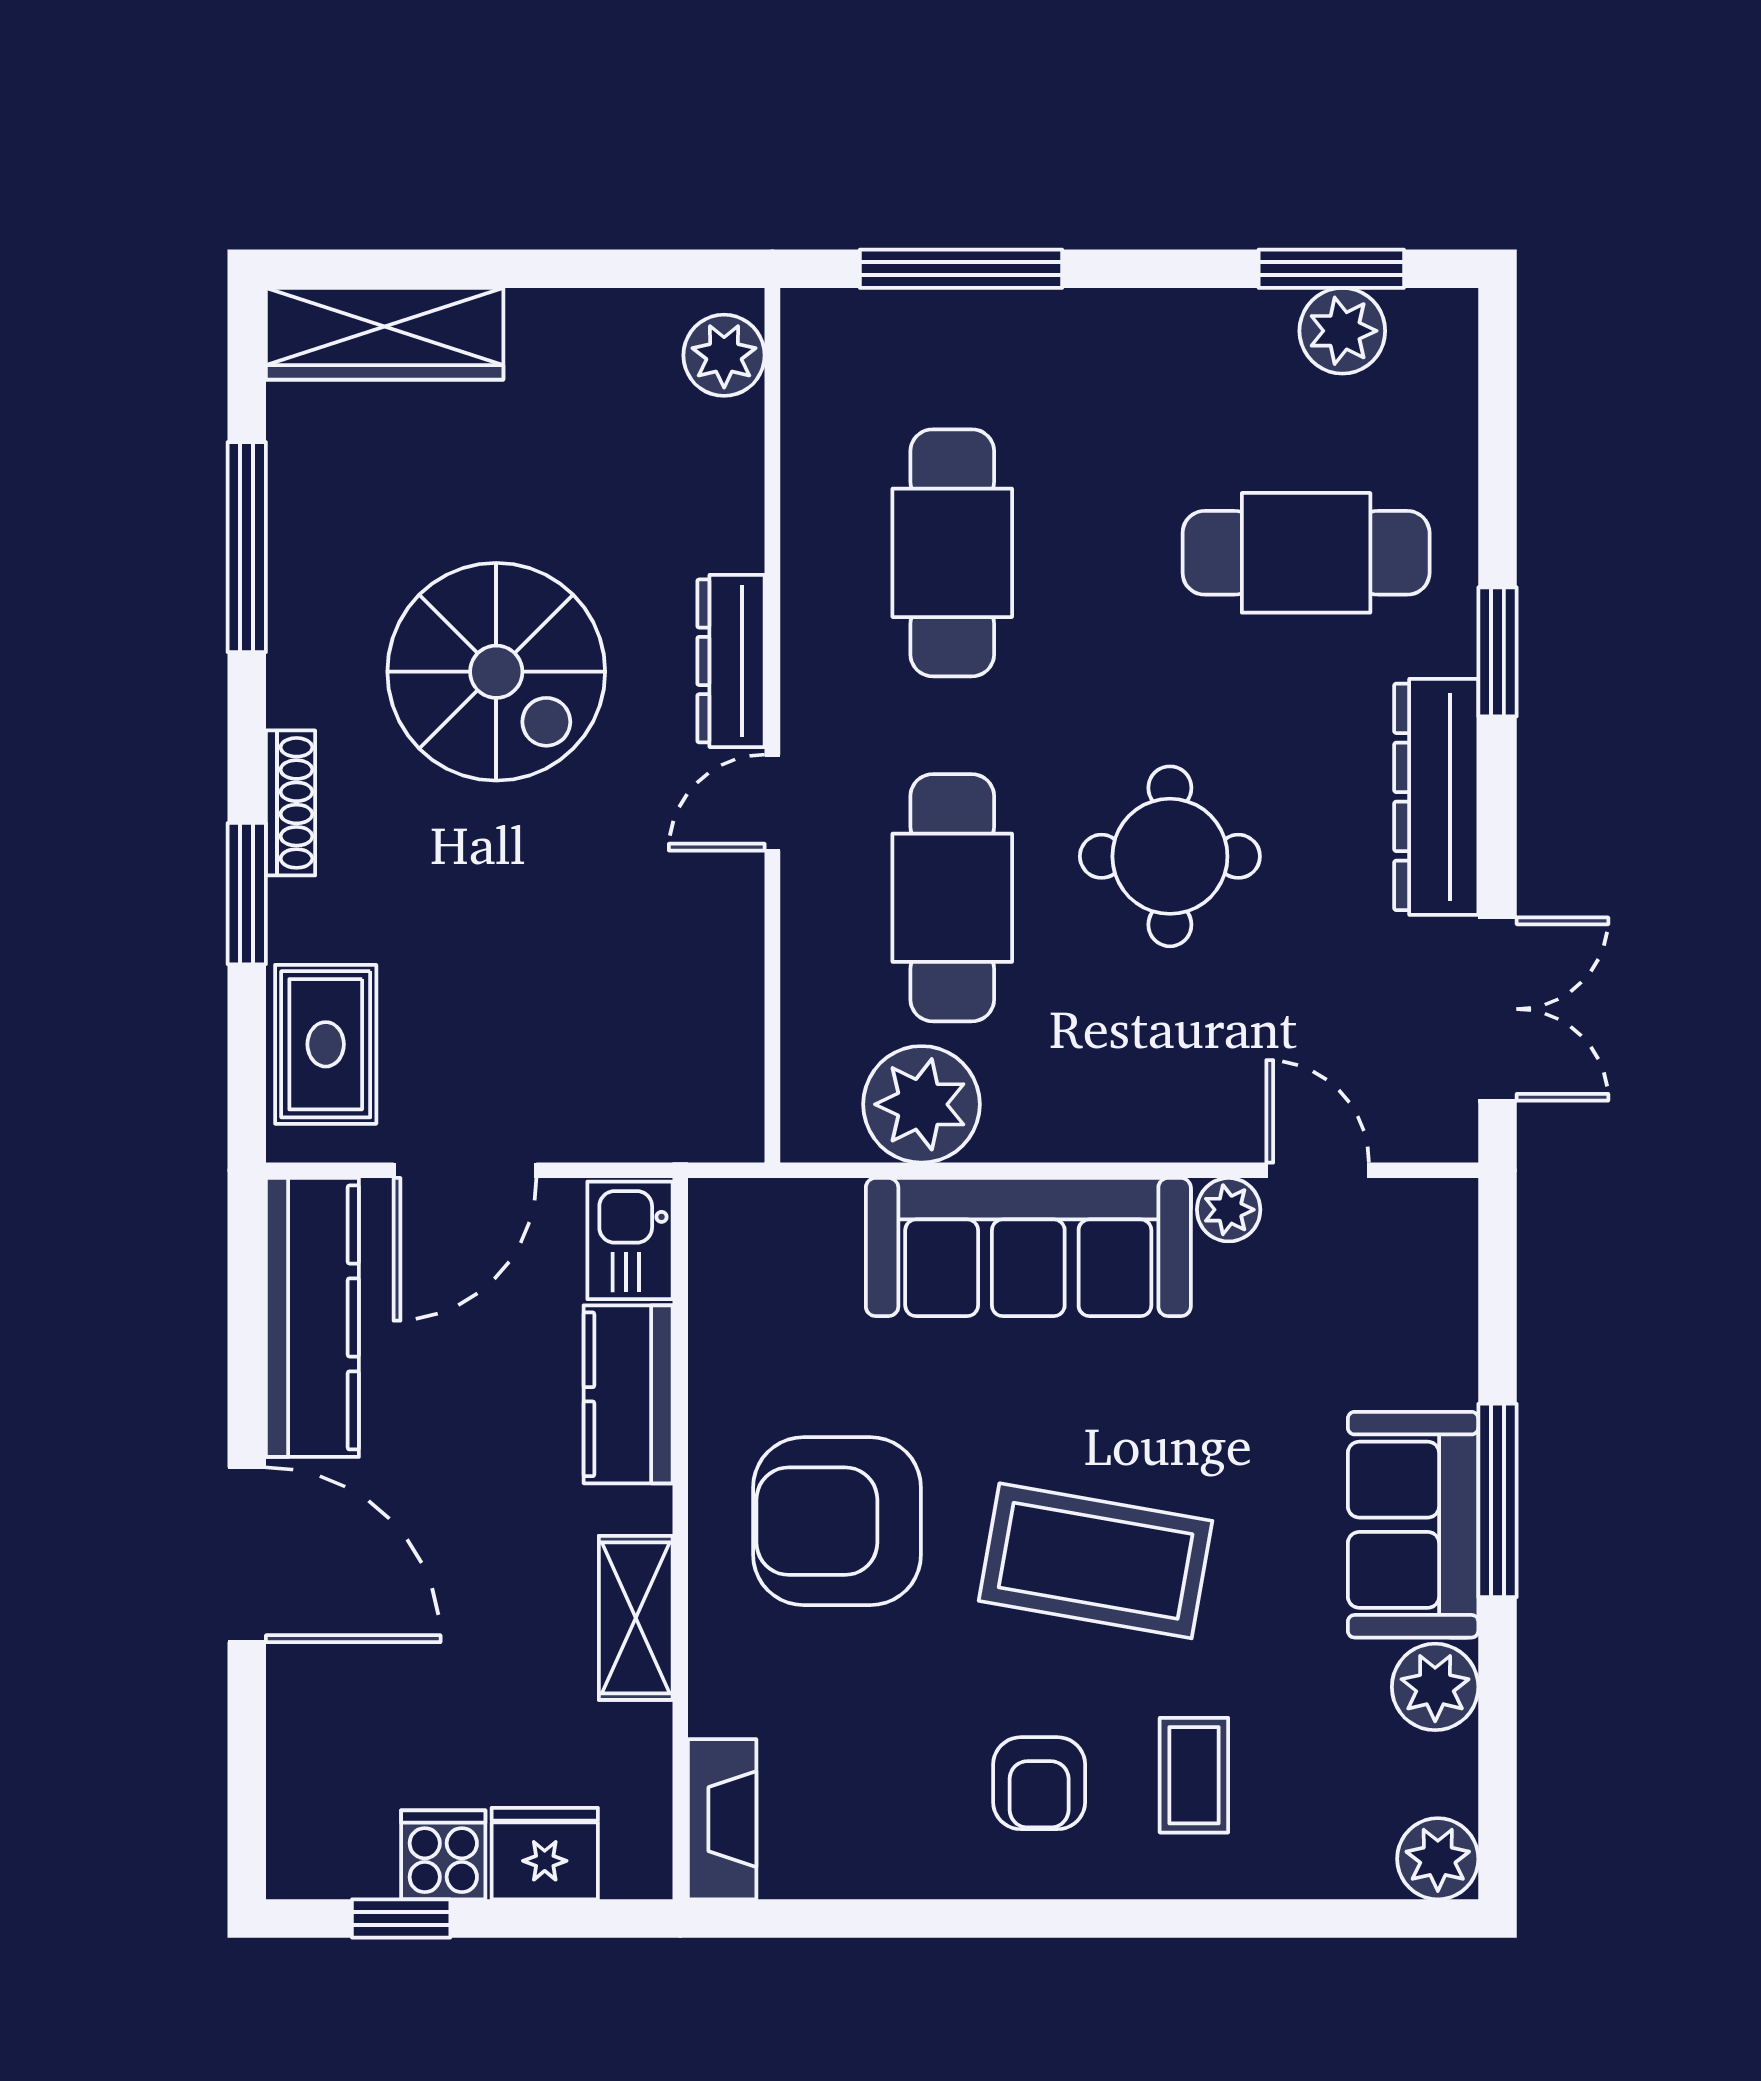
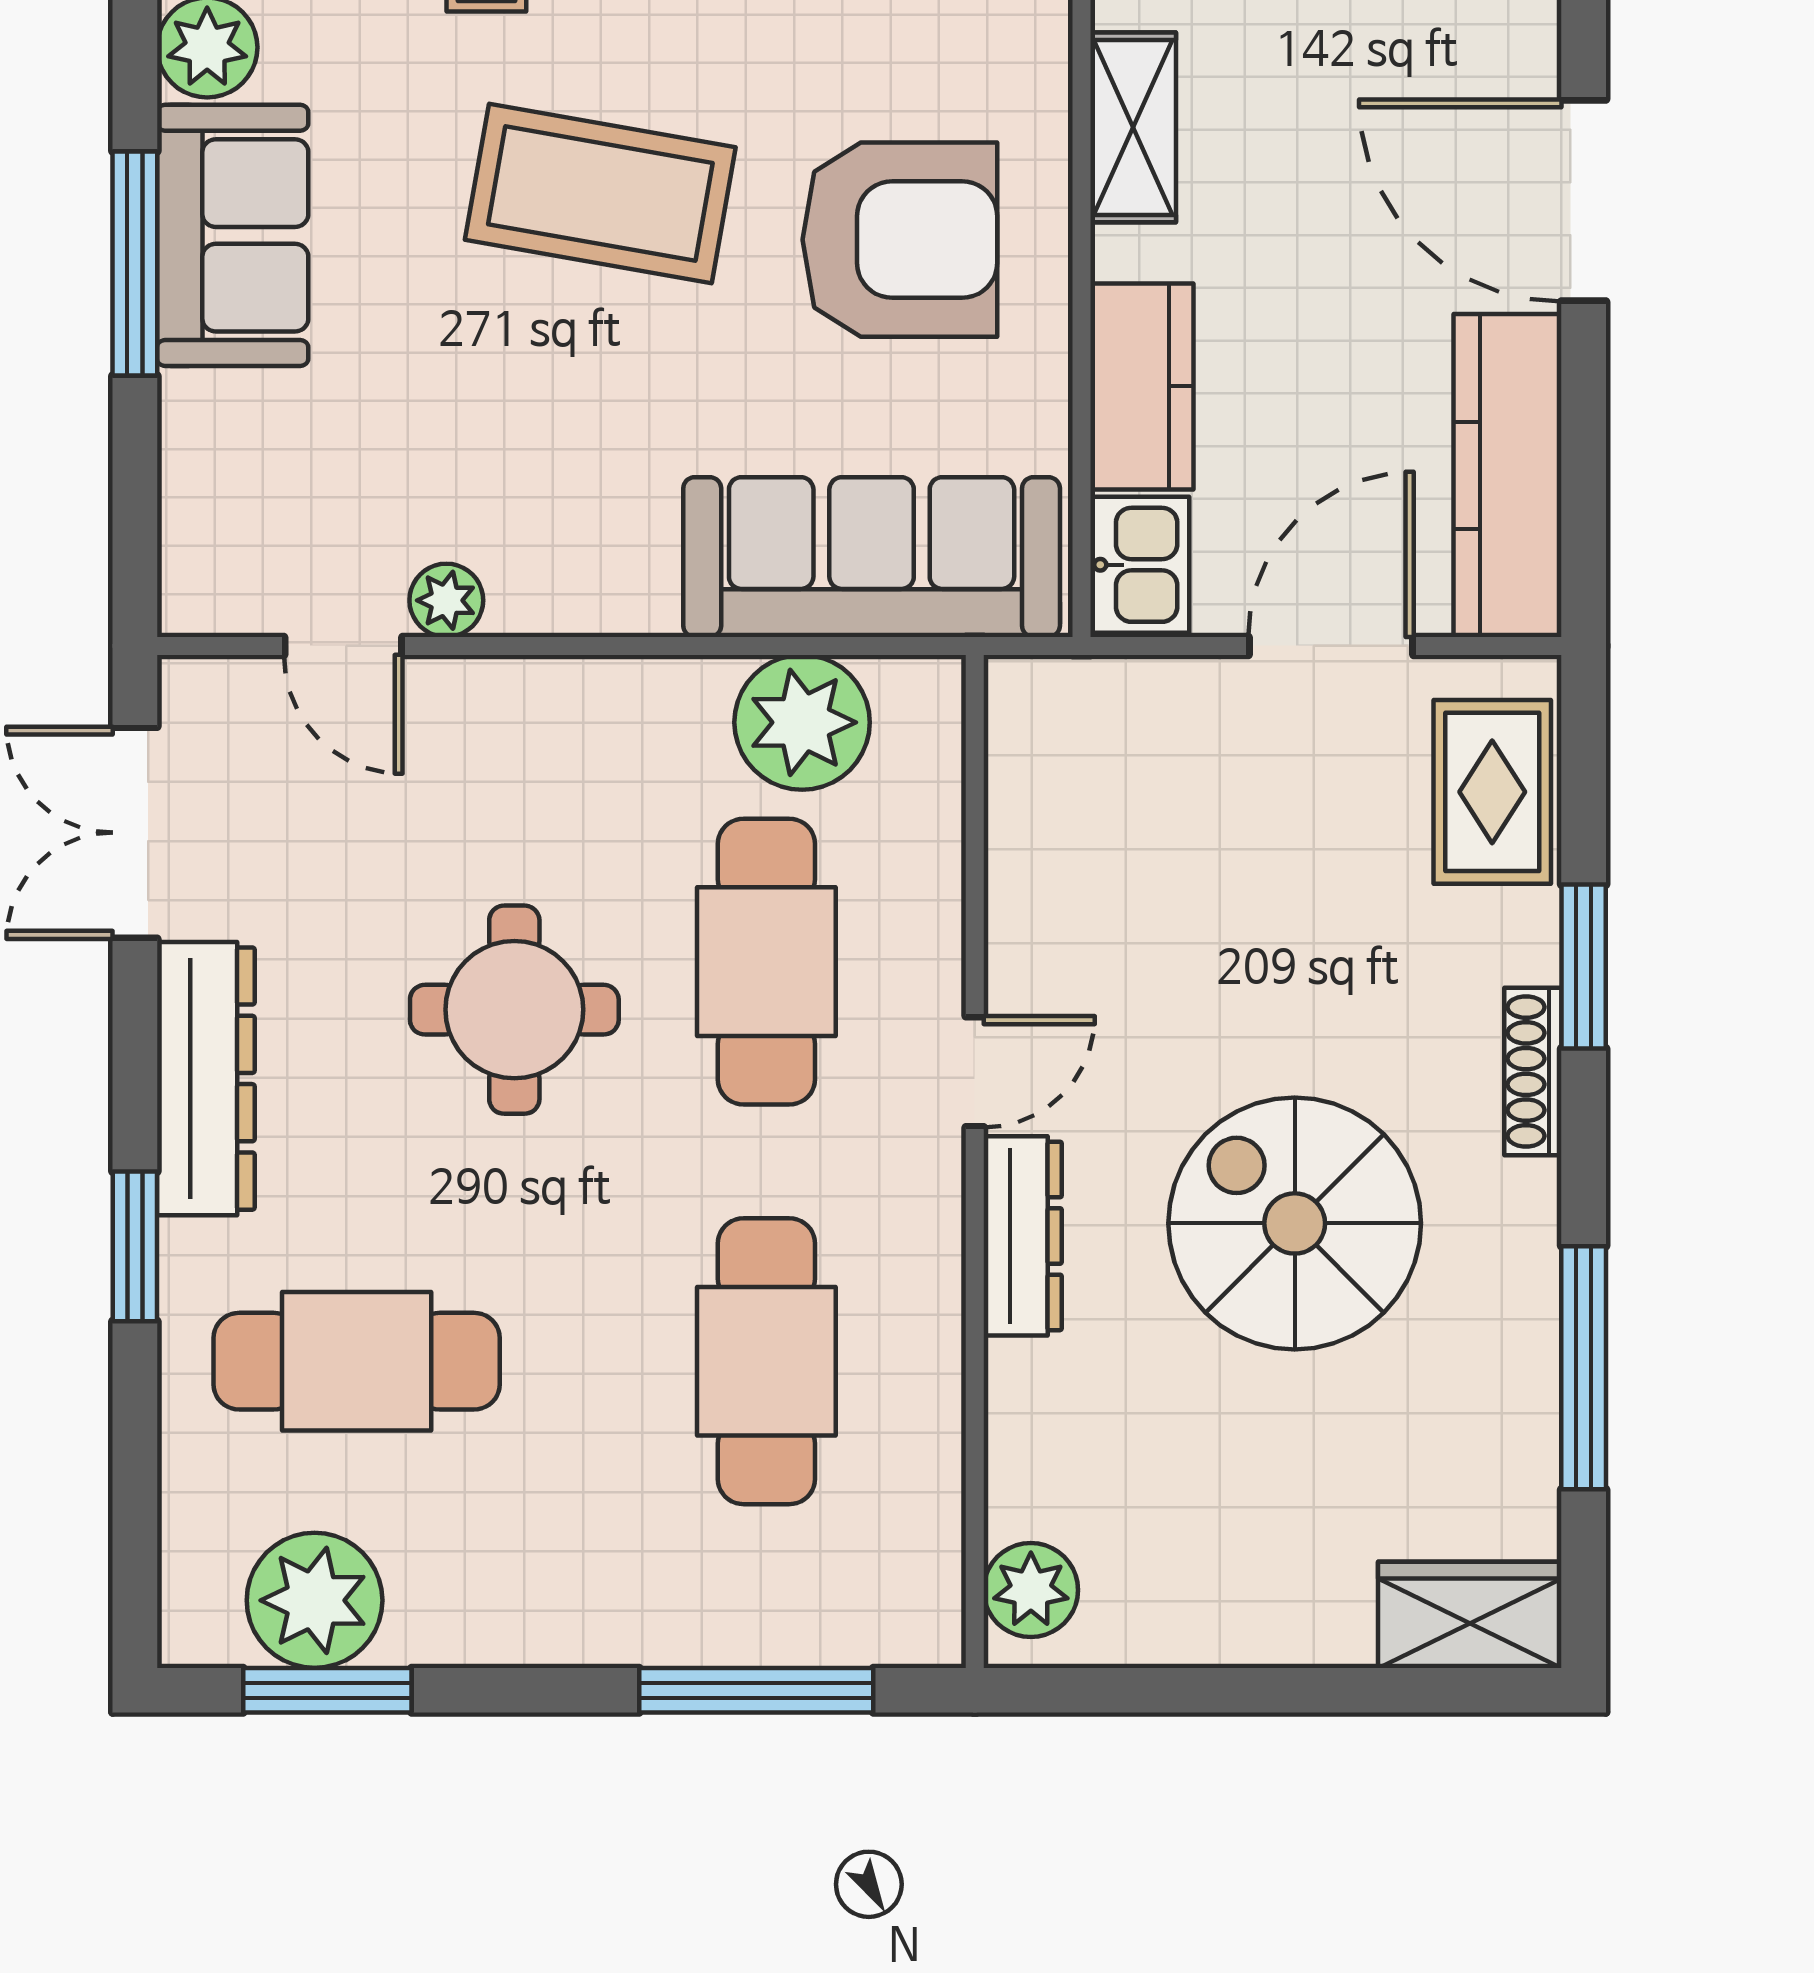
plant: (1342, 331) -> (315, 1600), width x1.36, depth x1.36
wardrobe: (385, 334) -> (1470, 1615), width x0.67
sofa: (1028, 1247) -> (872, 557), moved

